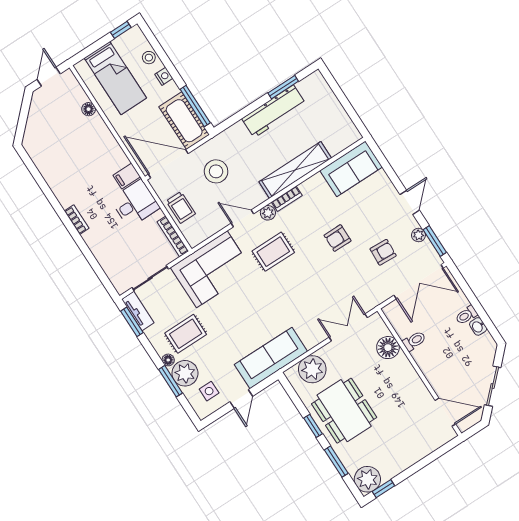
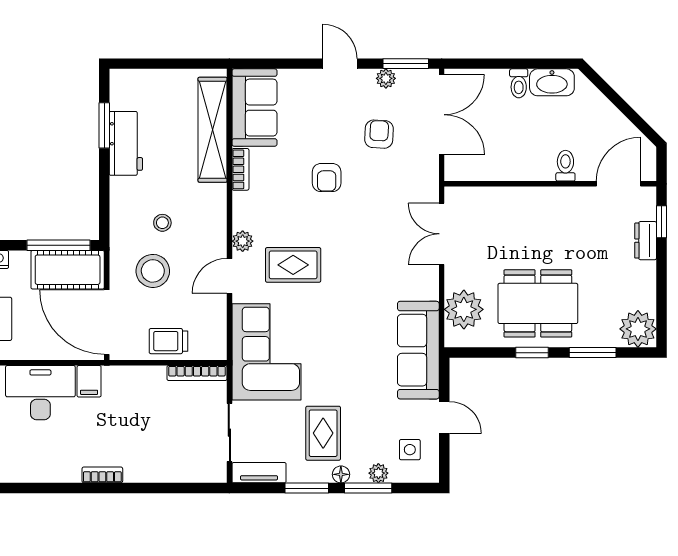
workbench: (274, 111) -> (126, 143), width x0.73
stool: (248, 159) -> (162, 223), added
door: (168, 164) -> (107, 322), hinge flipped
shelving: (295, 170) -> (213, 130), moved
bookcase: (287, 199) -> (240, 169), moved
desk: (135, 203) -> (40, 393), moved, width x1.37
trolley: (181, 207) -> (168, 341), turned 180
rug: (273, 252) -> (293, 265), turned 90
window: (132, 322) -> (307, 488), moved
washbasin: (478, 326) -> (552, 82), width x1.91, depth x1.45
toilet: (414, 341) -> (565, 166), moved
floor lamp: (388, 348) -> (497, 202), removed
plant: (185, 373) -> (378, 473), width x0.53, depth x0.53
sliding door: (493, 386) -> (624, 107), removed
dresser: (422, 450) -> (646, 241), added
window: (383, 489) -> (662, 222), moved

